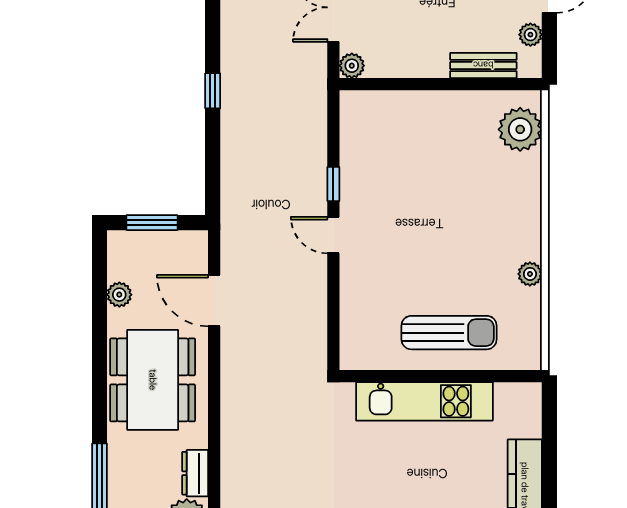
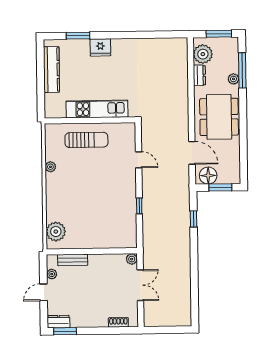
window: (213, 91) -> (194, 219), moved
door: (333, 235) -> (139, 160), moved
floor lamp: (179, 249) -> (208, 176), added
plant: (119, 295) -> (233, 79), moved
sun lounger: (449, 333) -> (86, 140), turned 180

